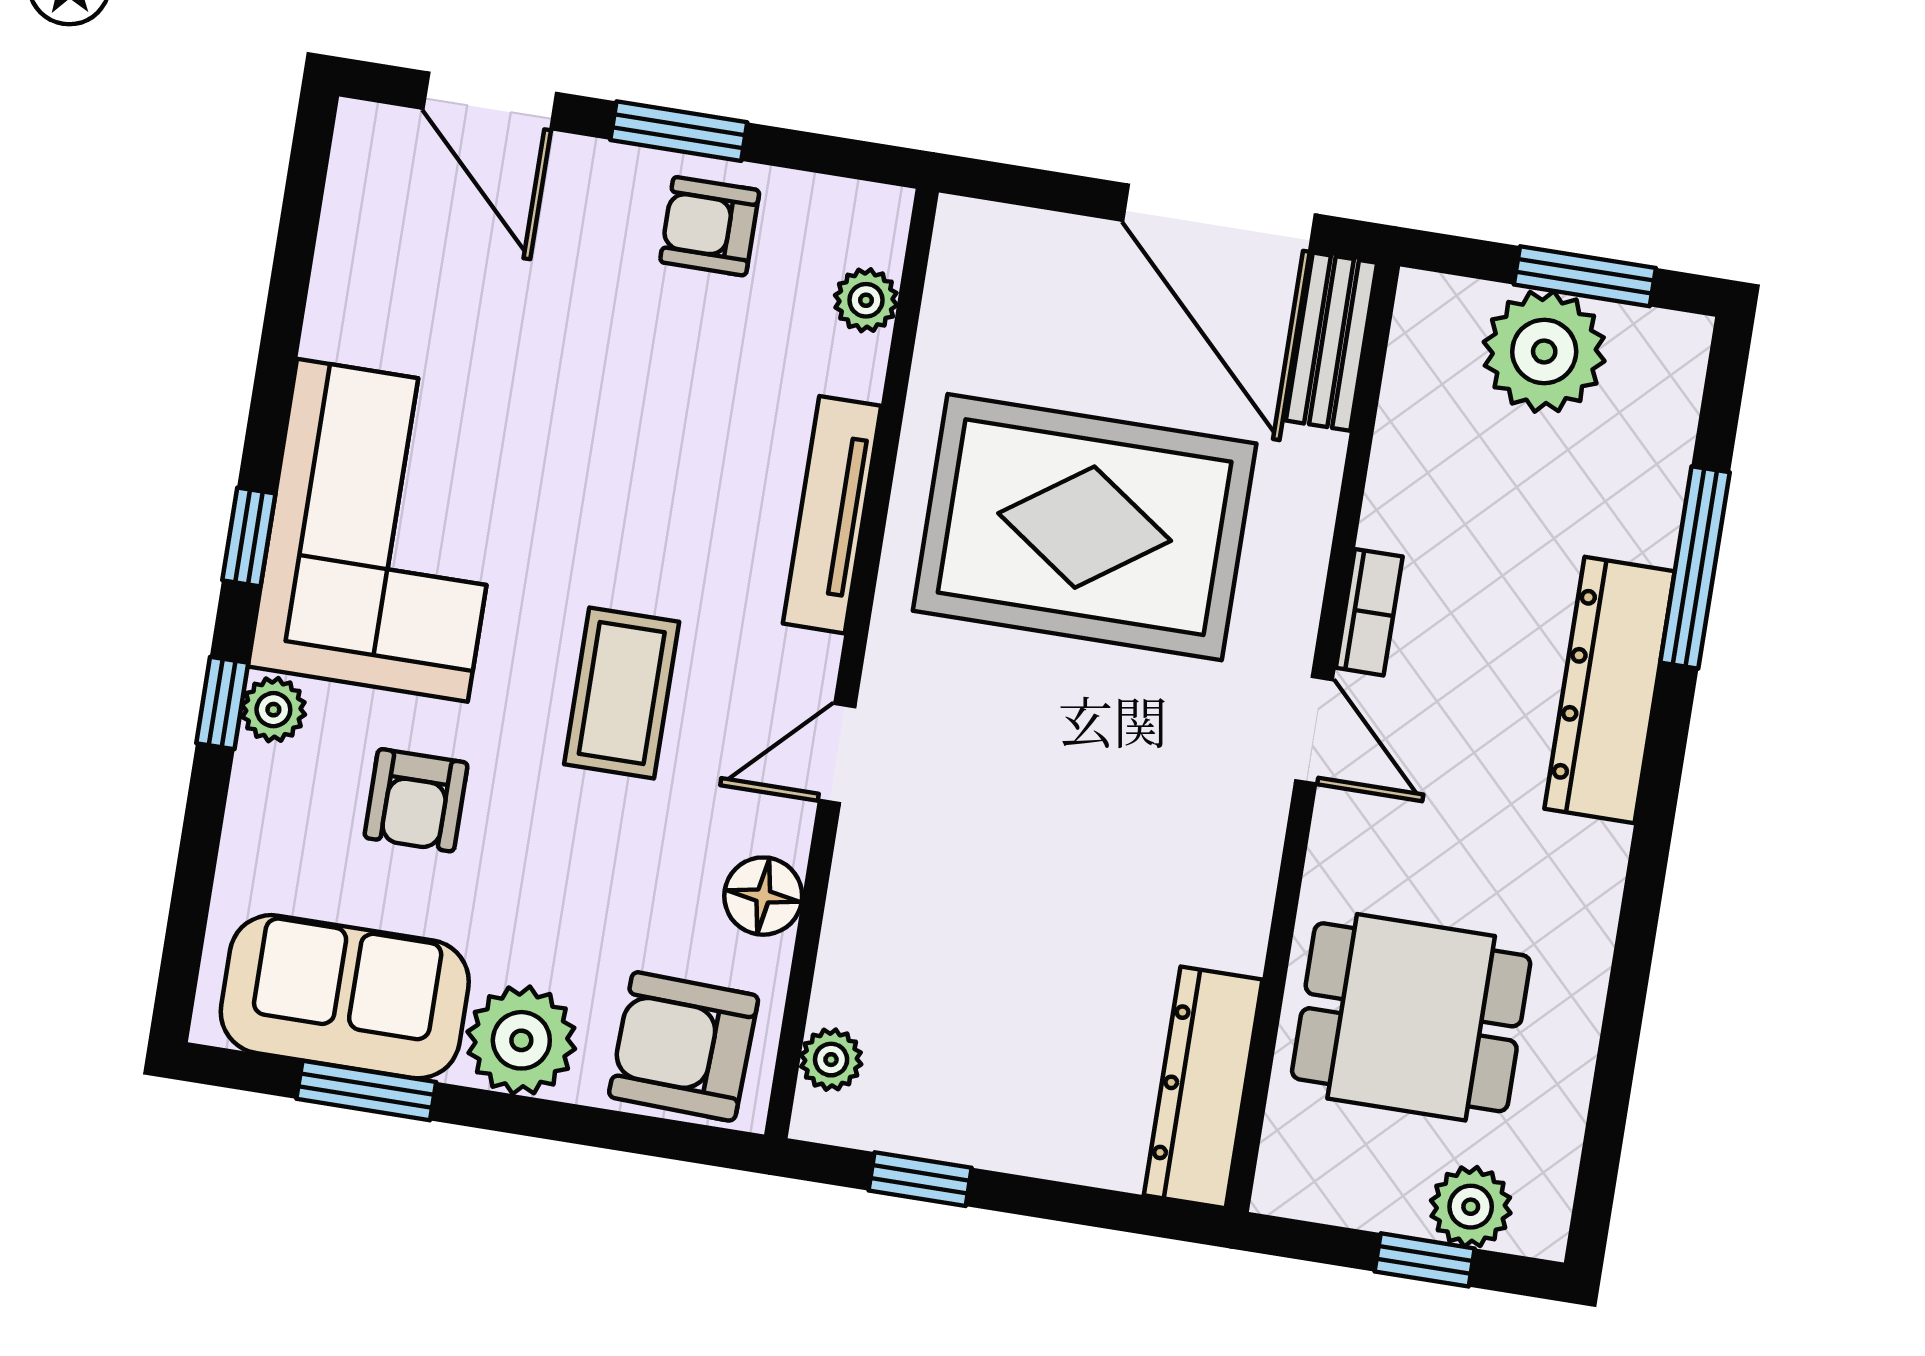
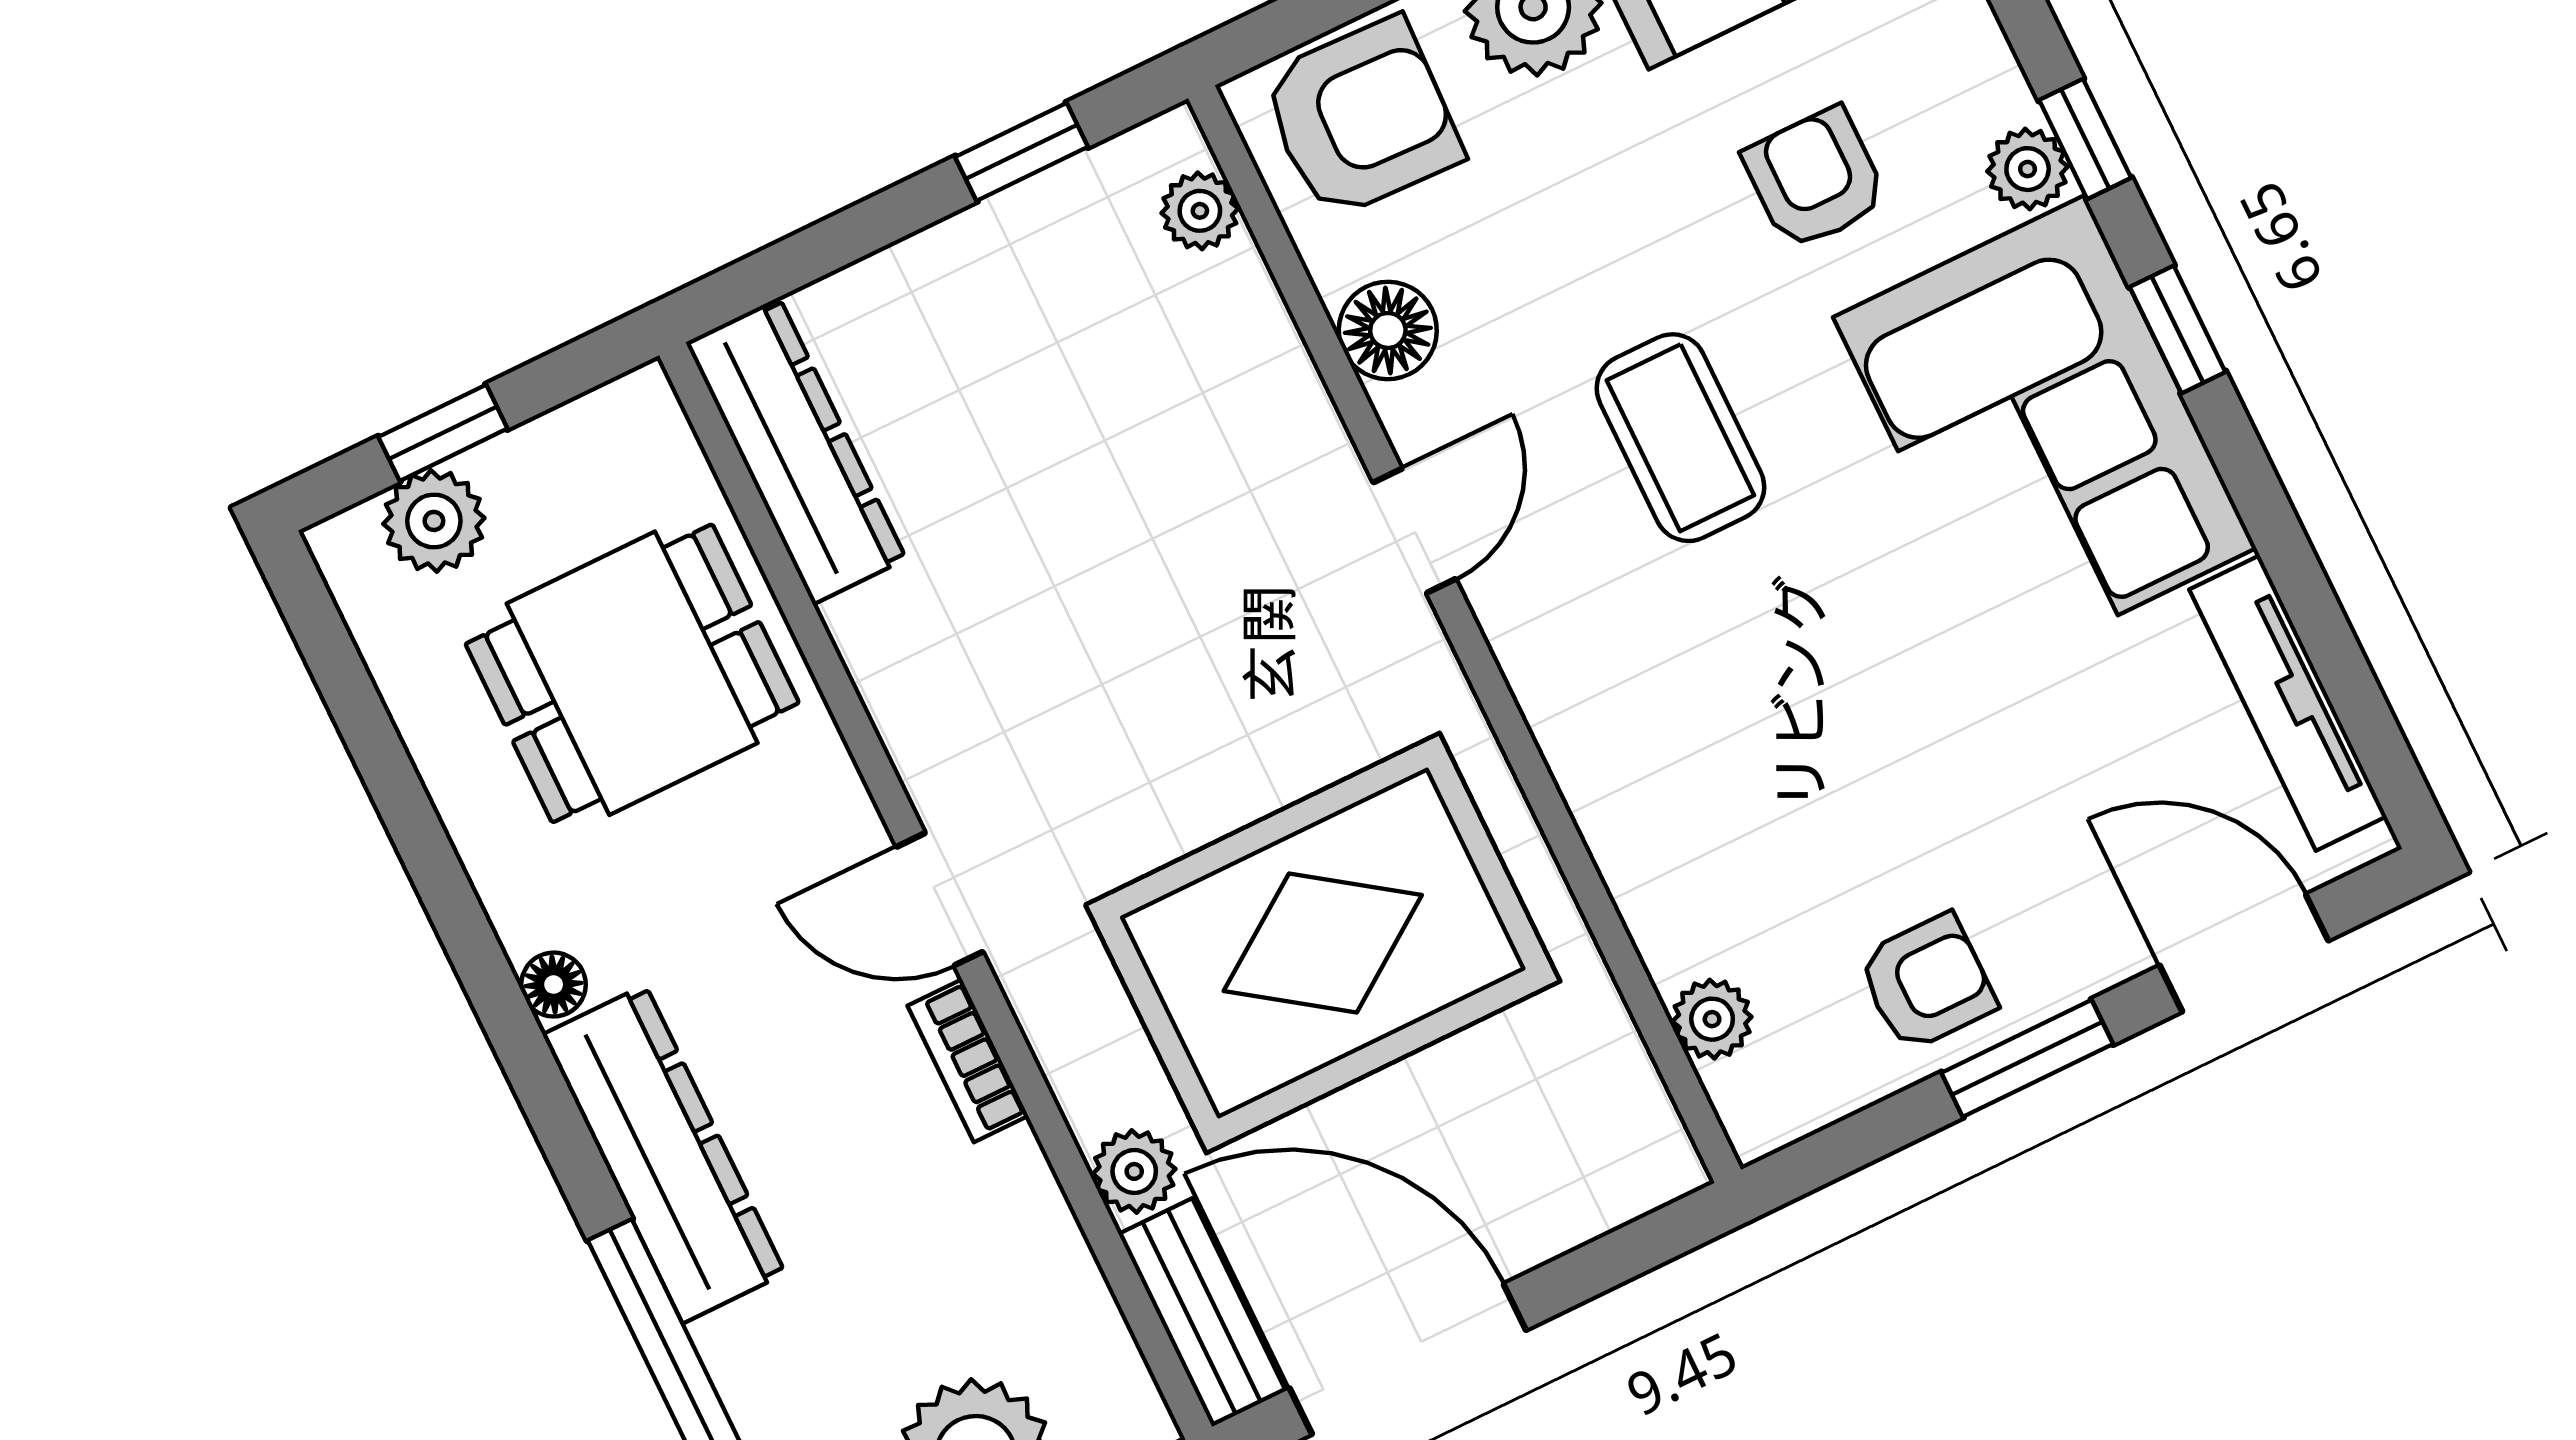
plant: (1311, 464) -> (1134, 1171), added
tv unit: (832, 515) -> (2288, 703), moved, turned 180
floor lamp: (1604, 851) -> (554, 985), added

